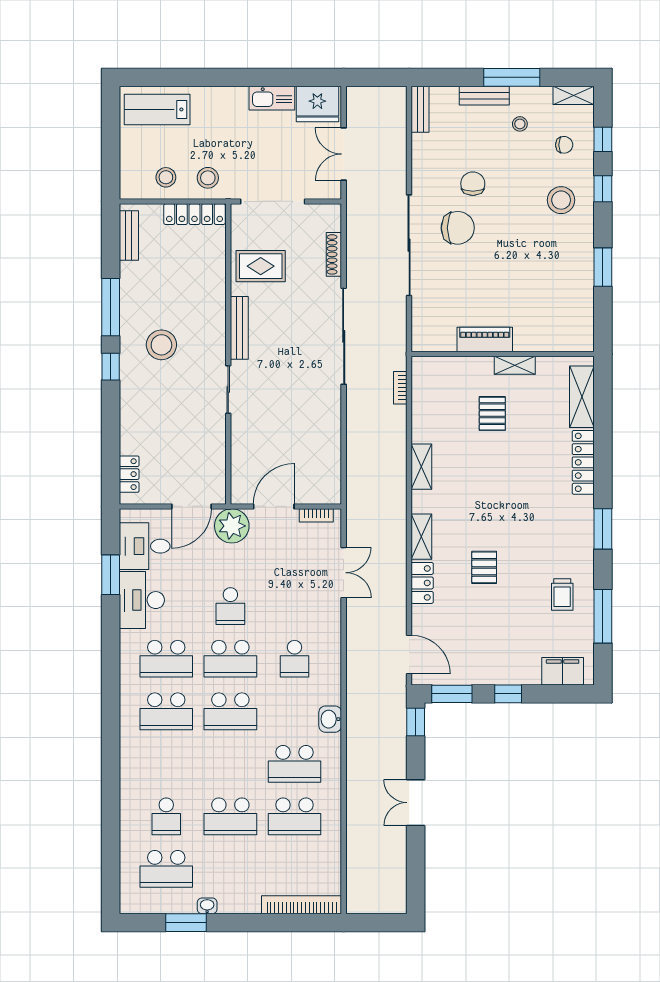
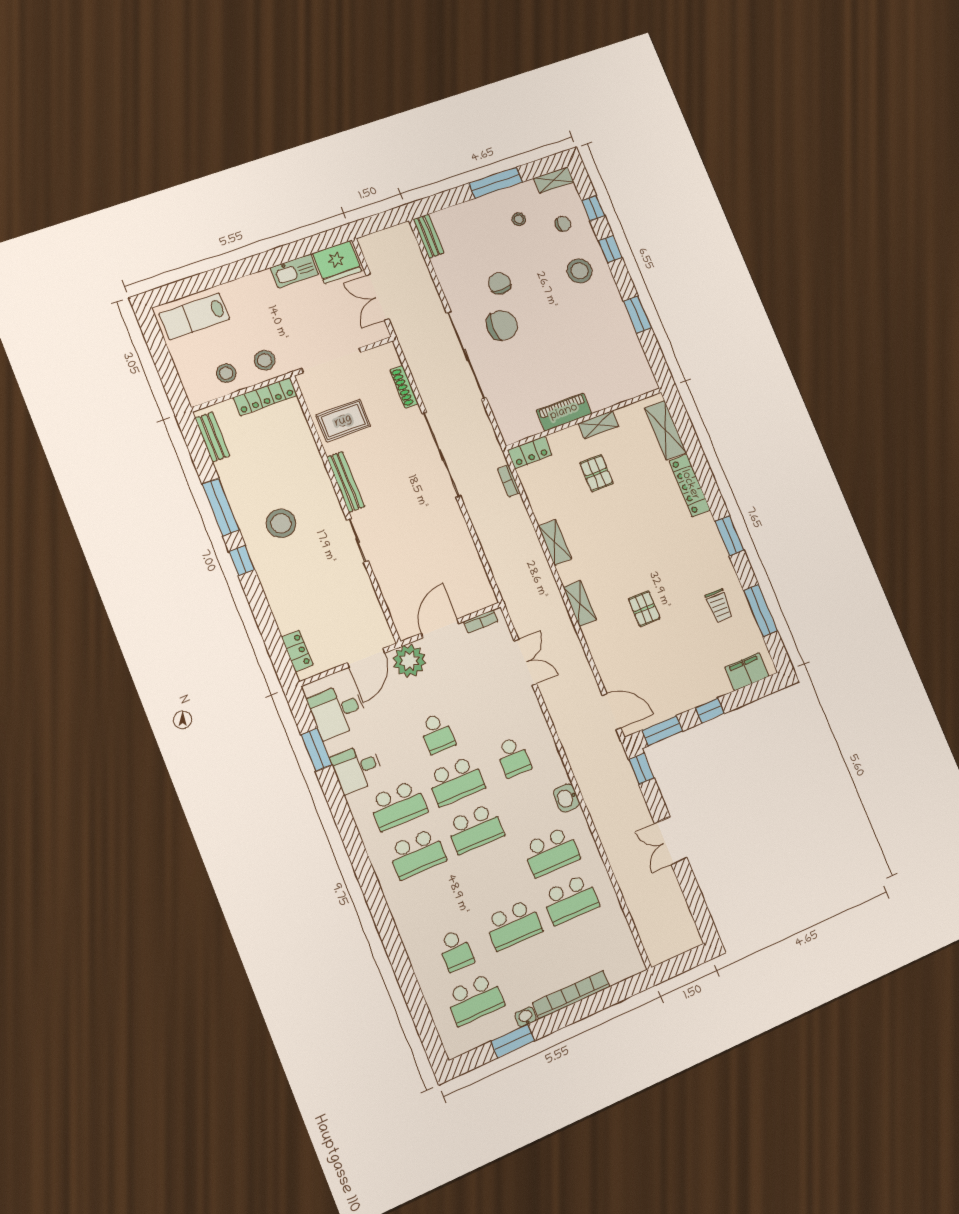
bench: (484, 96) -> (479, 206), removed
locker: (422, 583) -> (530, 452), moved, turned 90
desk: (142, 600) -> (357, 768), width x0.73
bookcase: (302, 905) -> (571, 995), moved

